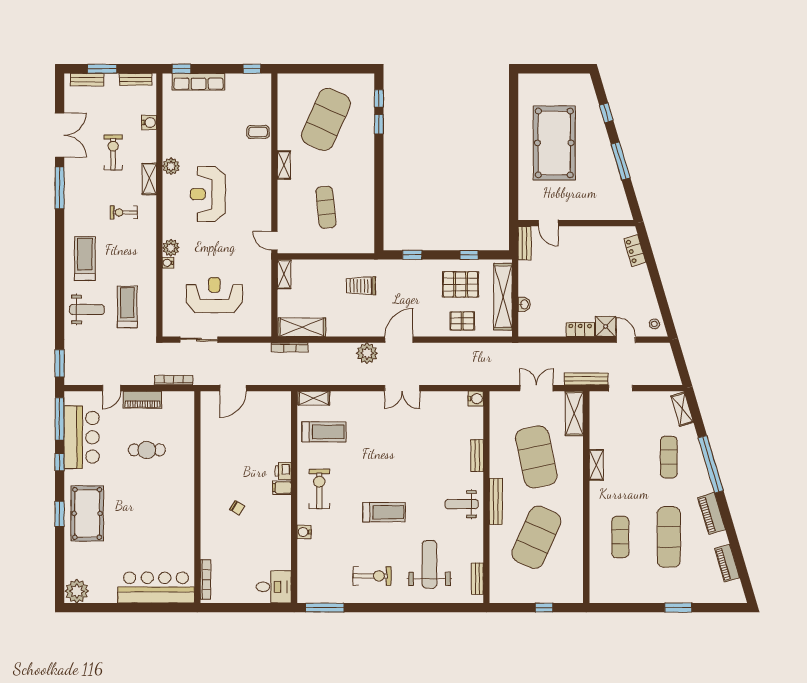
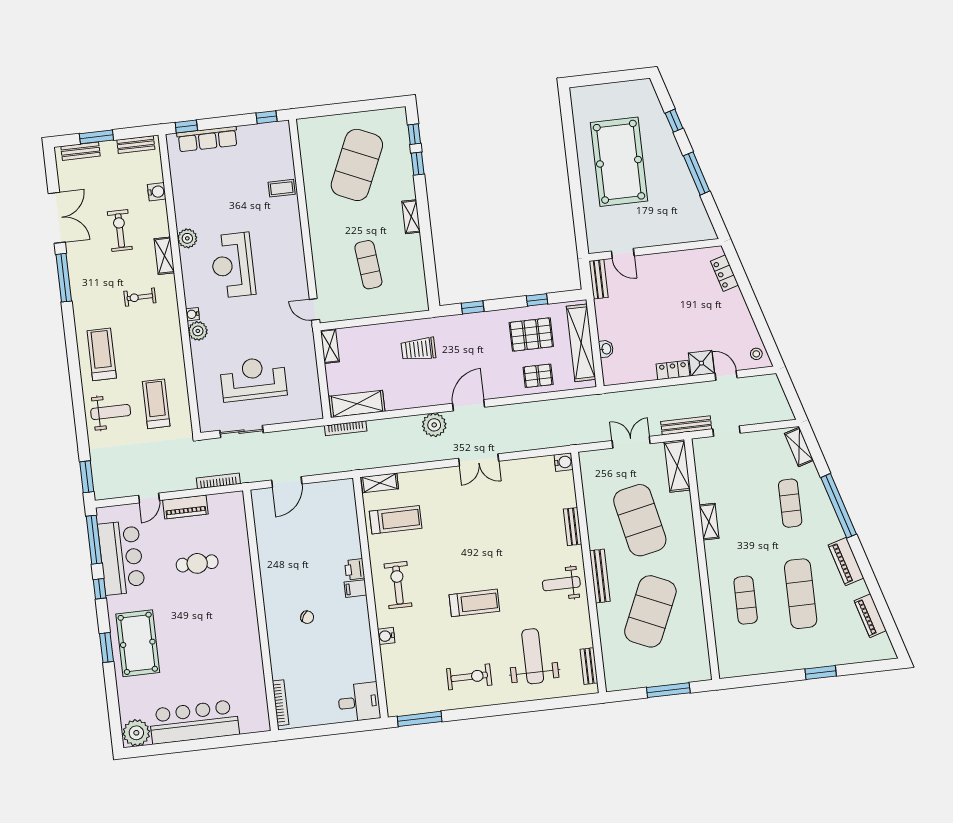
shelving: (284, 165) -> (411, 217), moved
water cooler: (168, 263) -> (193, 314), moved
bar counter: (156, 587) -> (194, 722), moved
window: (544, 608) -> (668, 690), width x2.17

